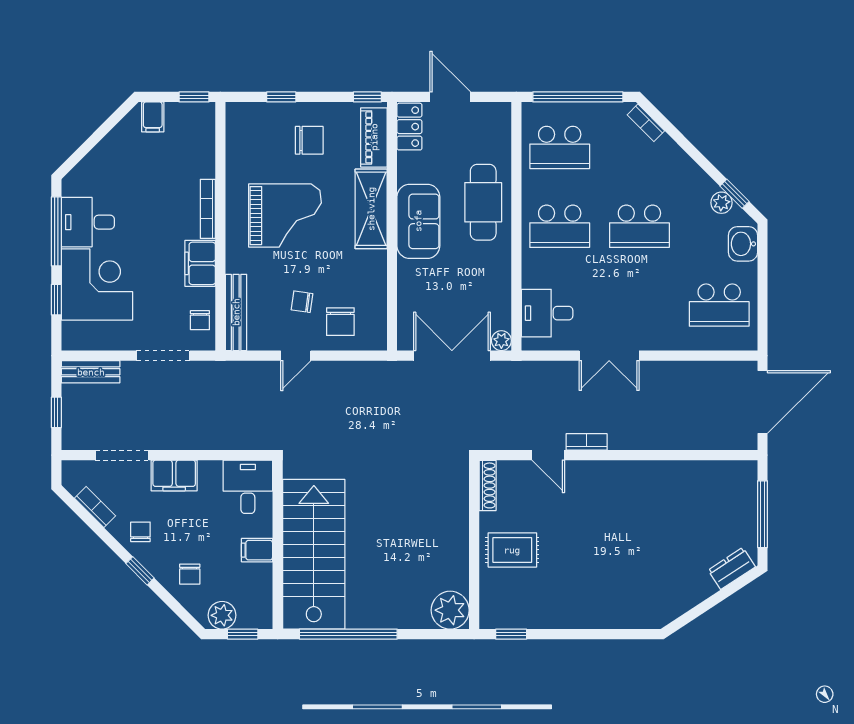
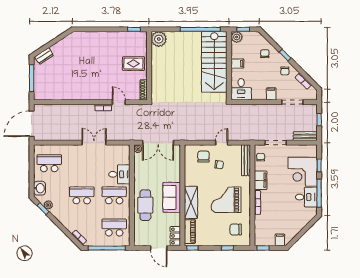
chair: (309, 140) -> (236, 229), moved
desk: (547, 313) -> (119, 174), moved
filing cabinet: (174, 475) -> (271, 94), width x0.50
plant: (222, 615) -> (237, 37), moved

